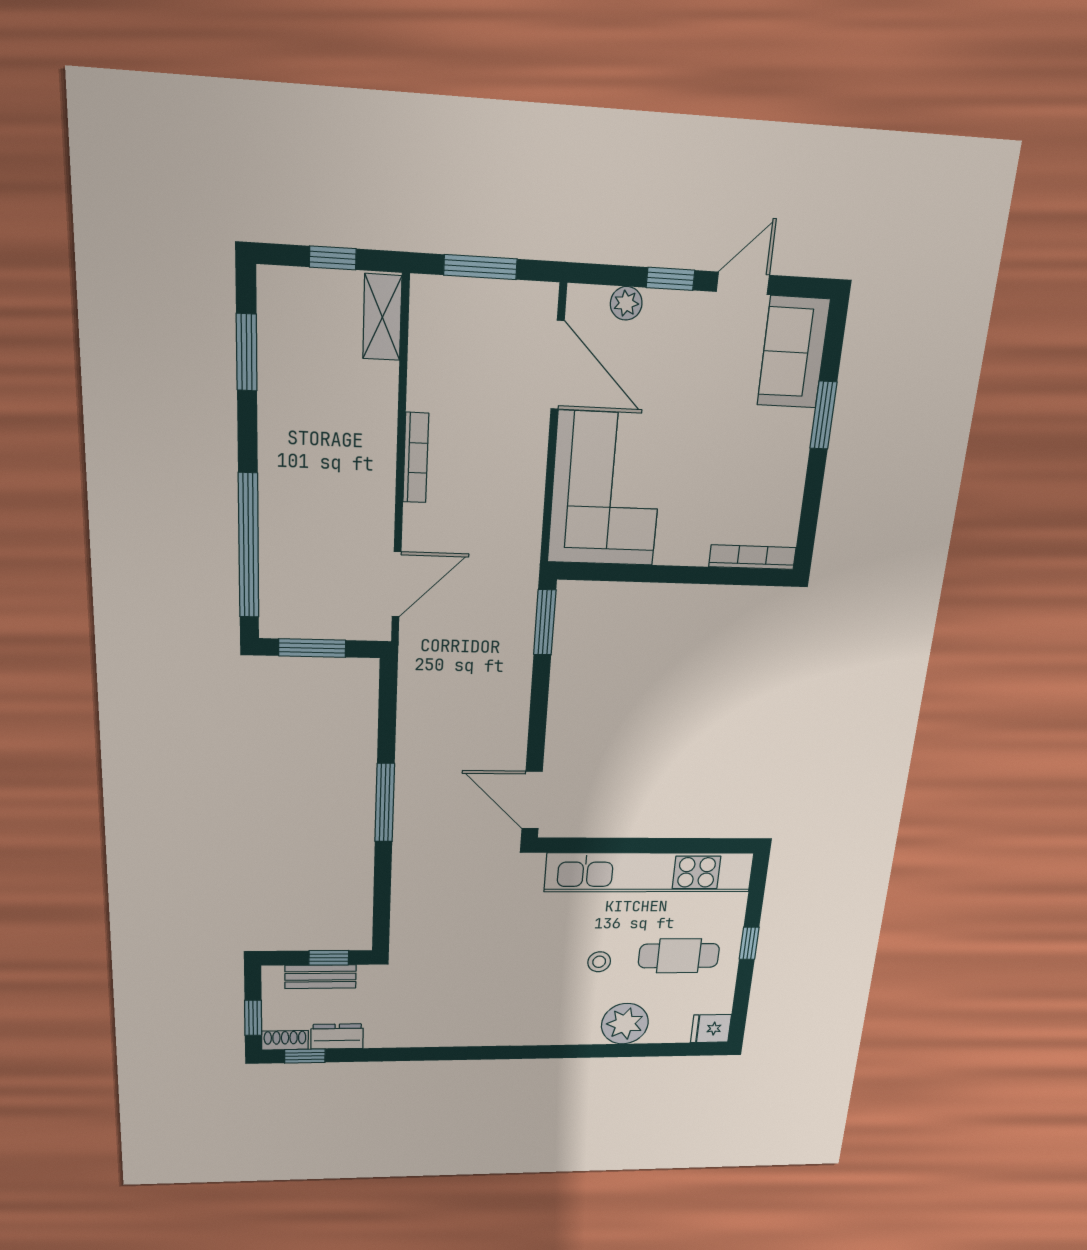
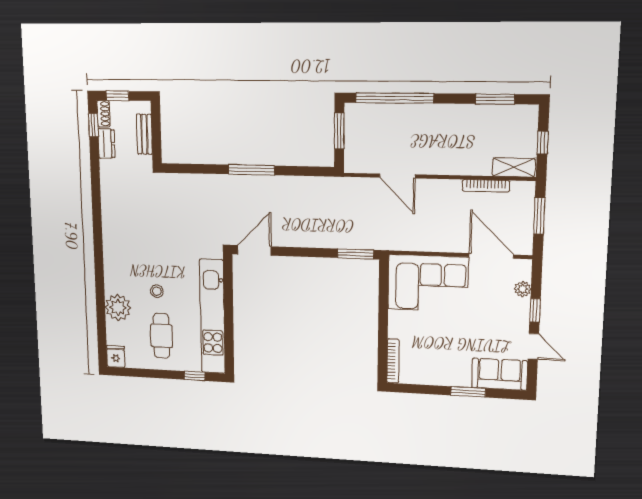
door: (558, 365) -> (491, 256), swing flipped
bookcase: (416, 458) -> (486, 186), moved
door: (397, 584) -> (398, 176), moved
window: (749, 943) -> (195, 376), moved
window: (329, 958) -> (156, 139), removed

